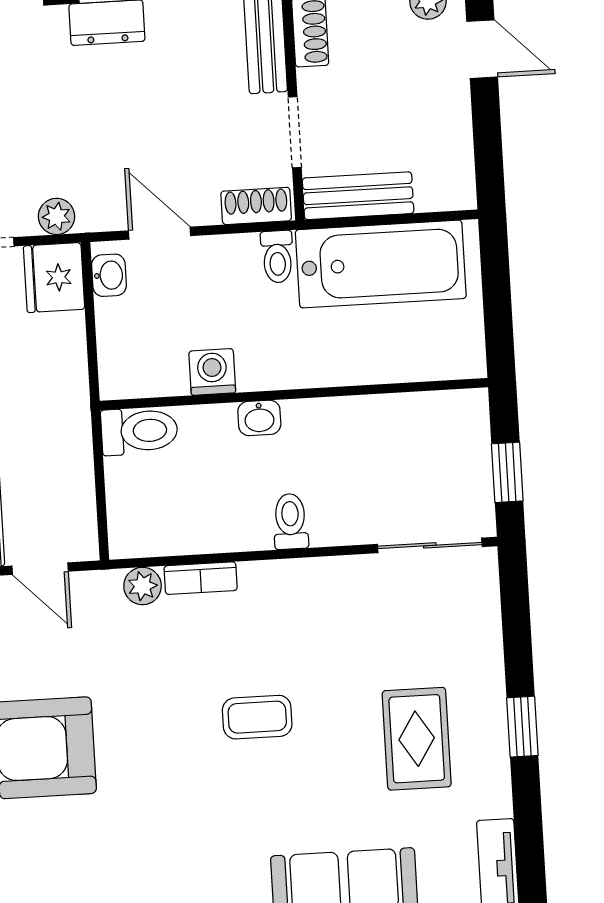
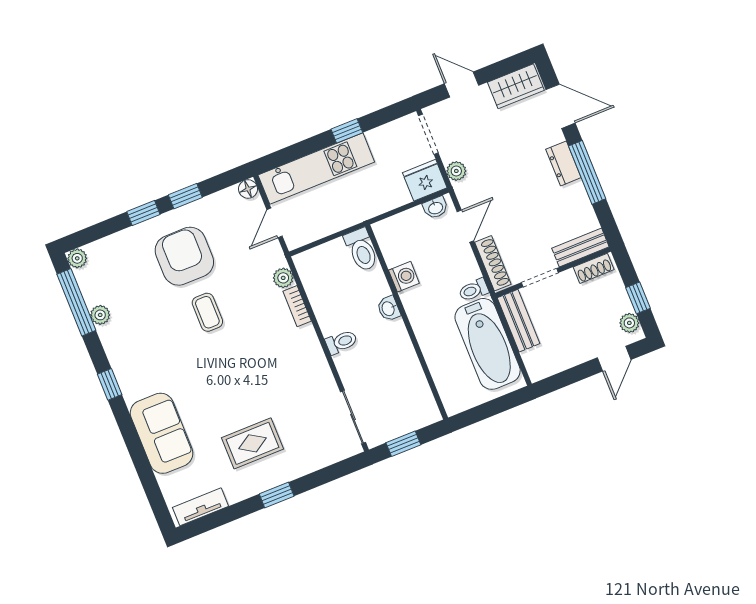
shoe rack: (256, 206) -> (493, 263), width x1.43
coffee table: (257, 717) -> (207, 312), moved

